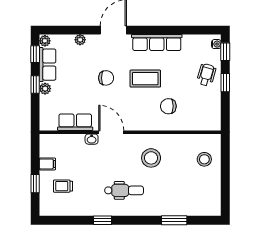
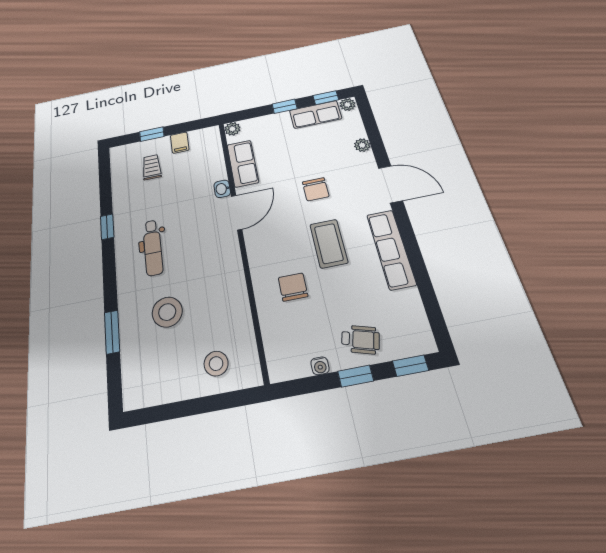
water cooler: (216, 44) -> (320, 366), moved
plant: (45, 89) -> (232, 129), moved
stool: (151, 158) -> (167, 312), moved

